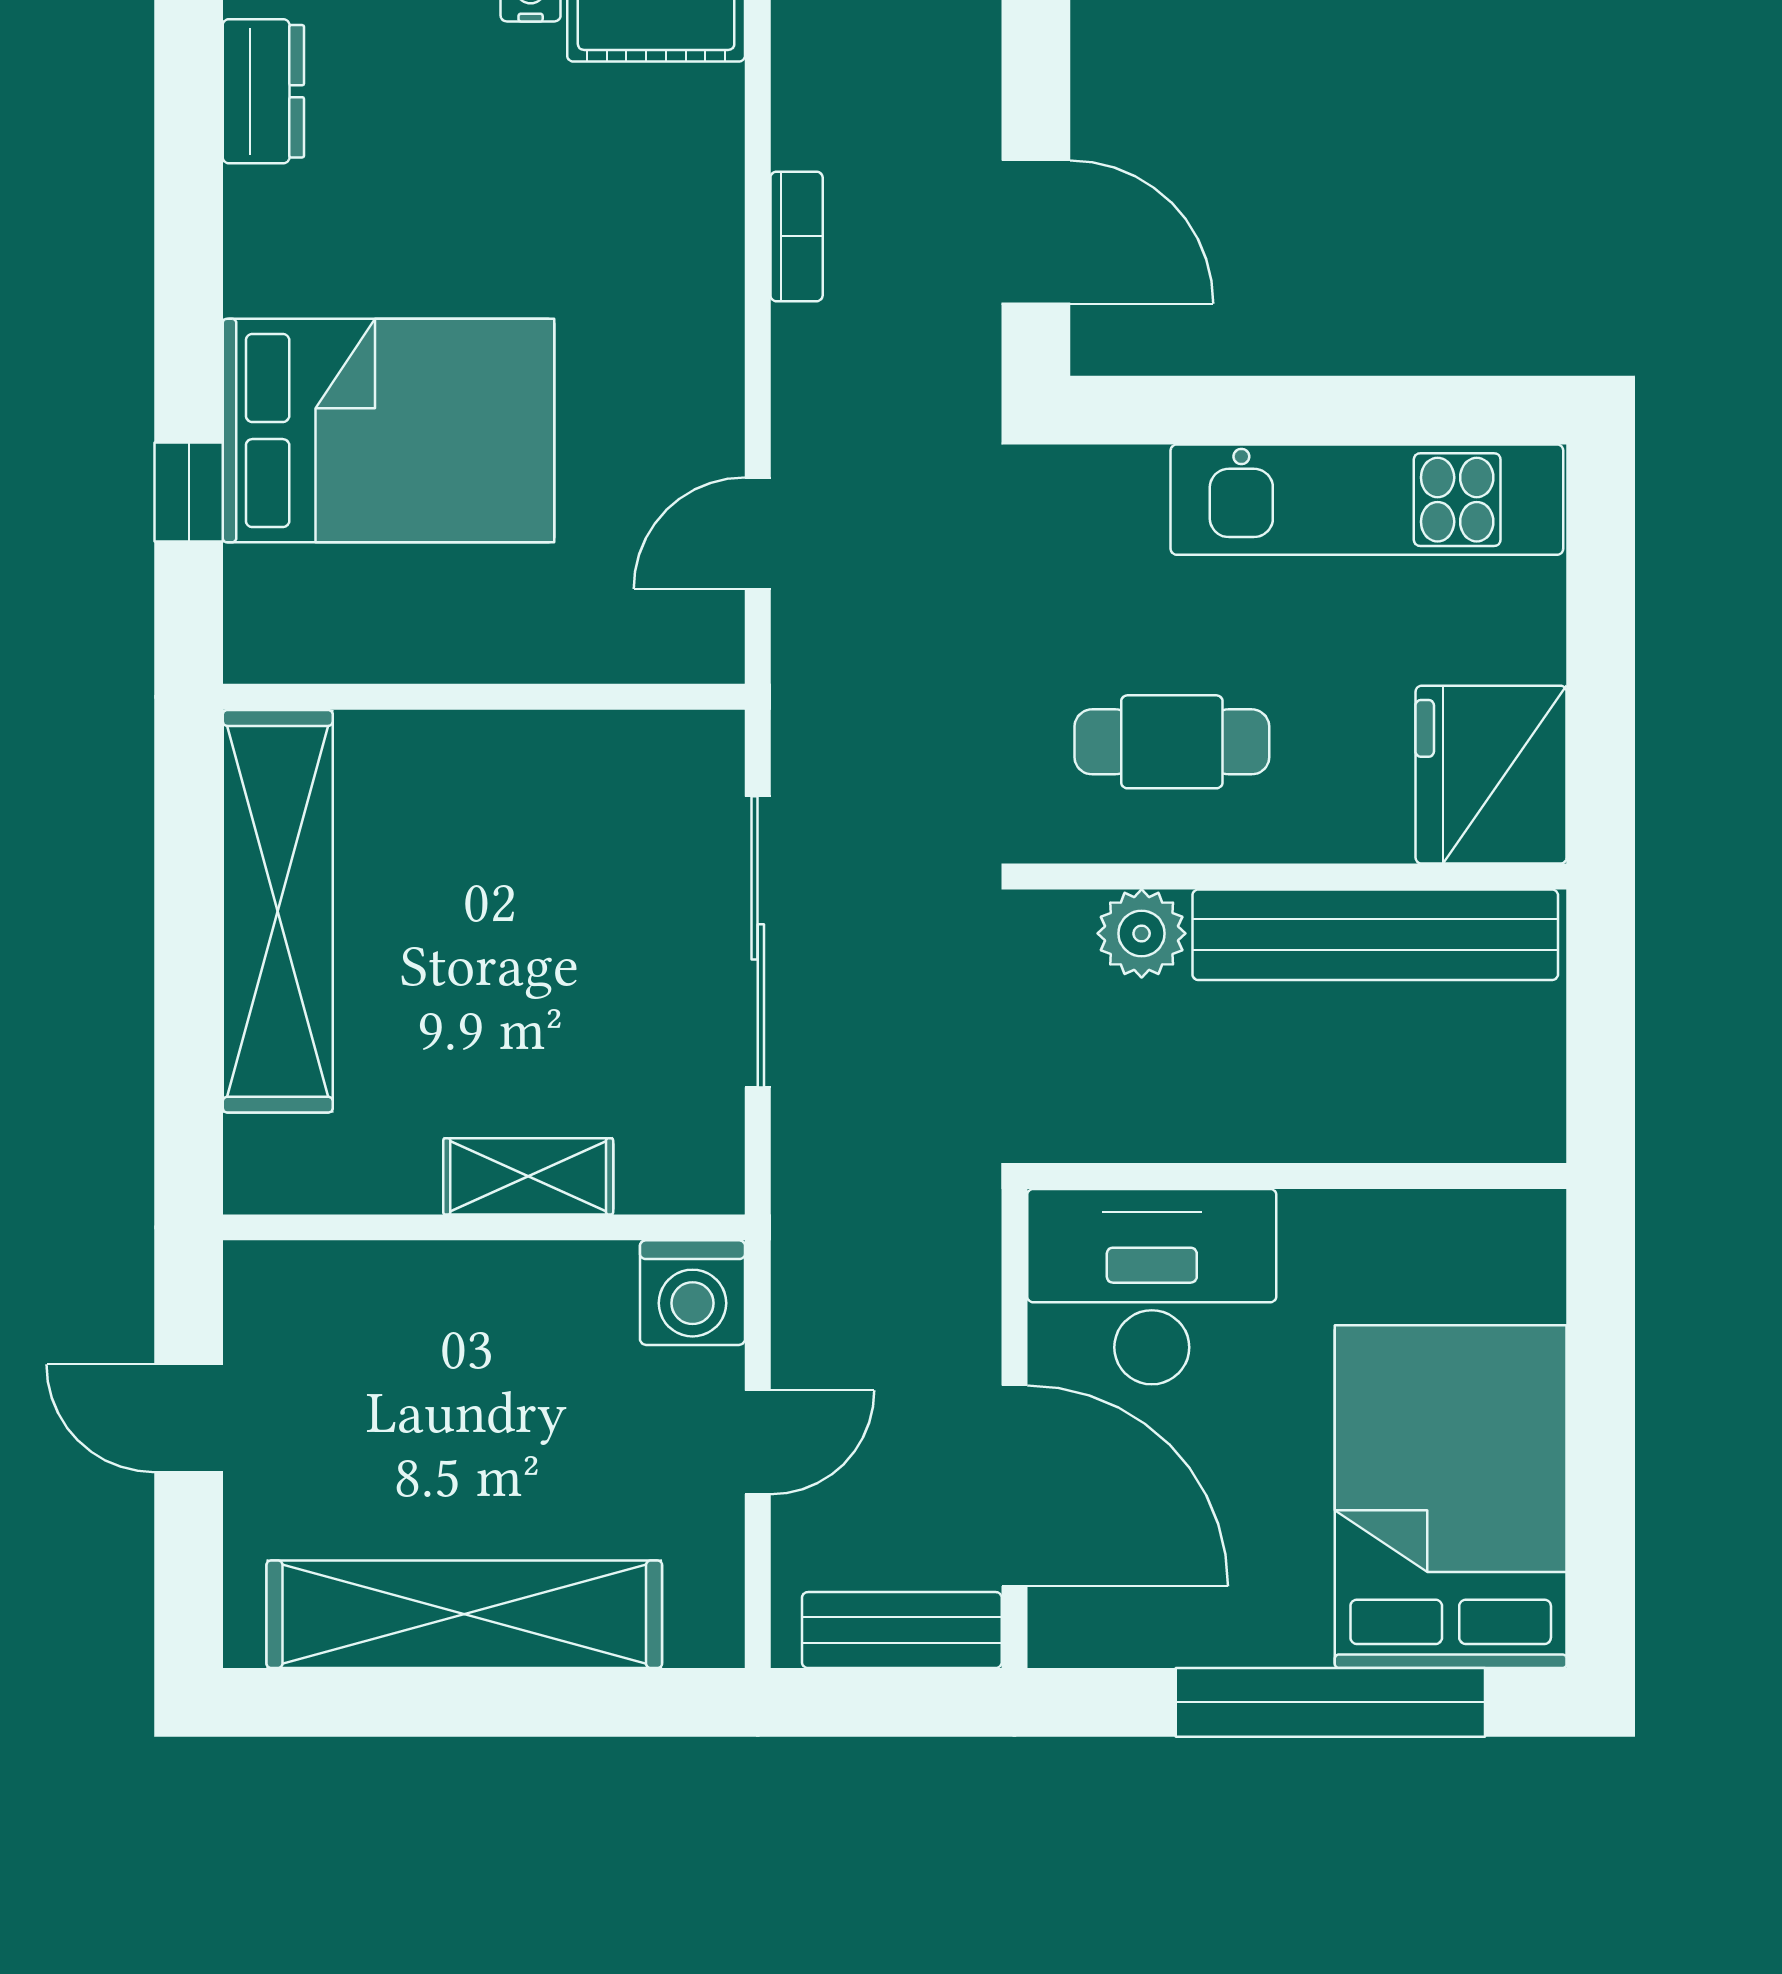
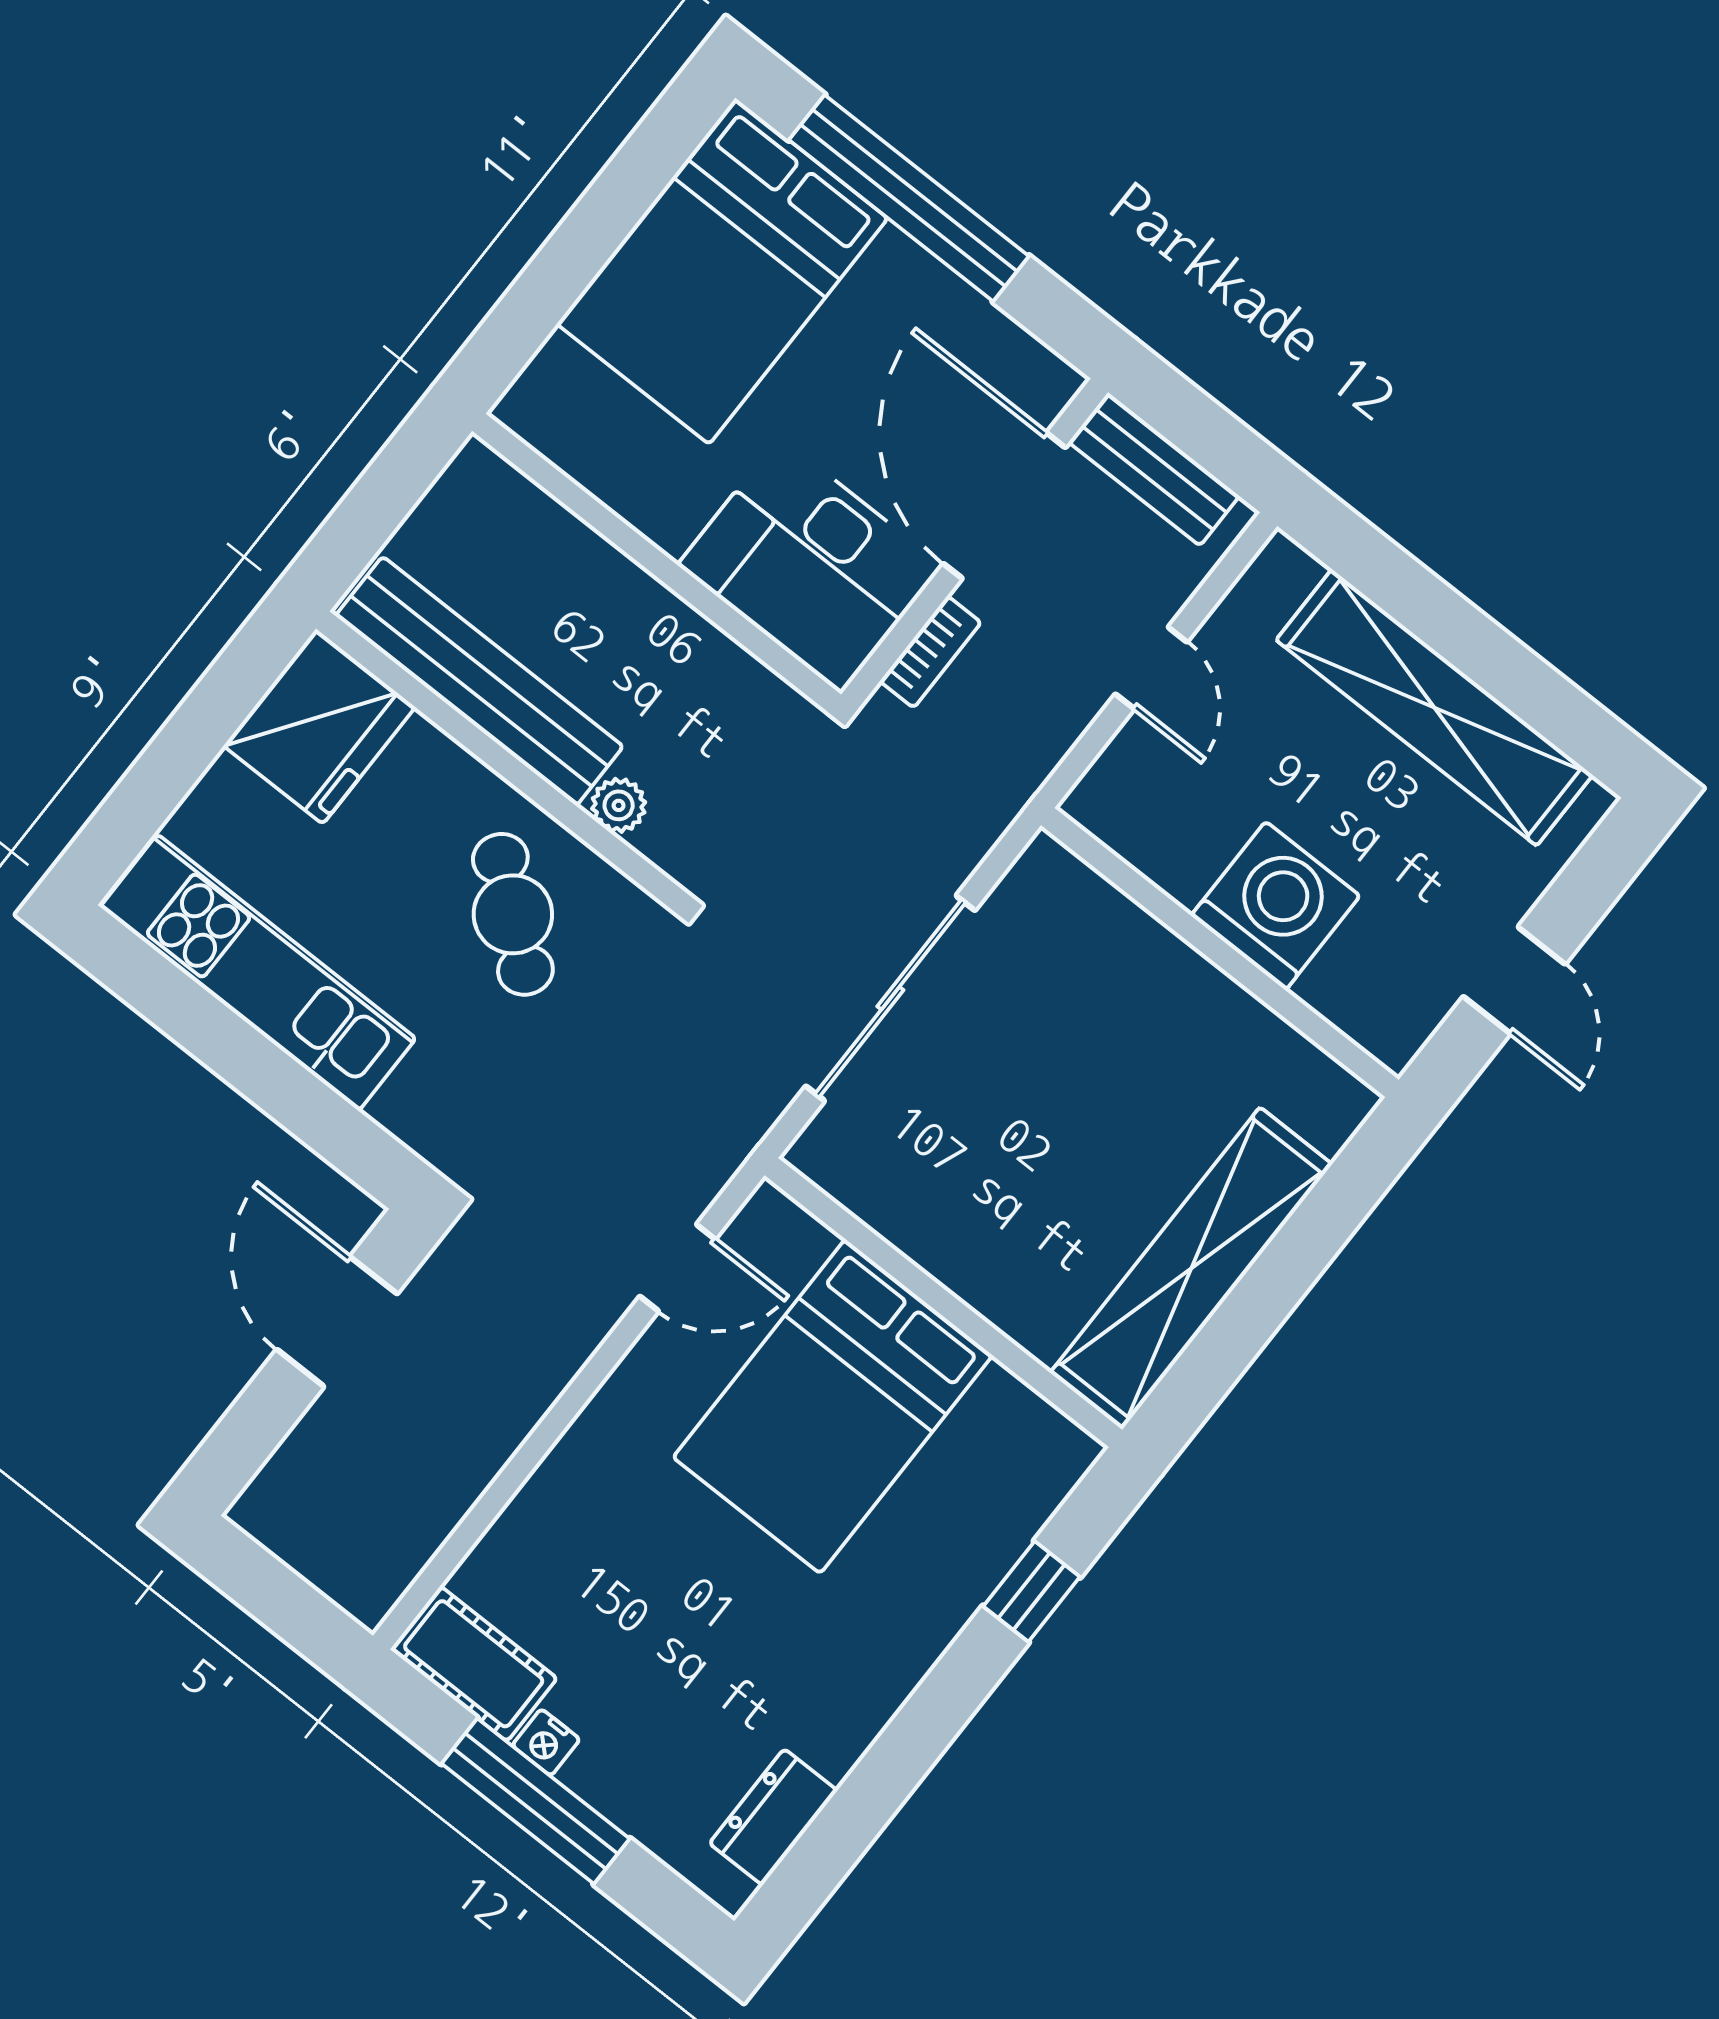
bookcase: (797, 236) -> (930, 652), moved, turned 180
bed: (388, 431) -> (833, 1406), moved, turned -90
cafe table: (1172, 742) -> (513, 914), turned 39
plant: (1142, 933) -> (619, 805), width x0.73, depth x0.73
shelving: (528, 1176) -> (1164, 963), removed
washing machine: (692, 1293) -> (1276, 906), moved, width x1.37, depth x1.37
door: (758, 1442) -> (1151, 668), swing flipped

